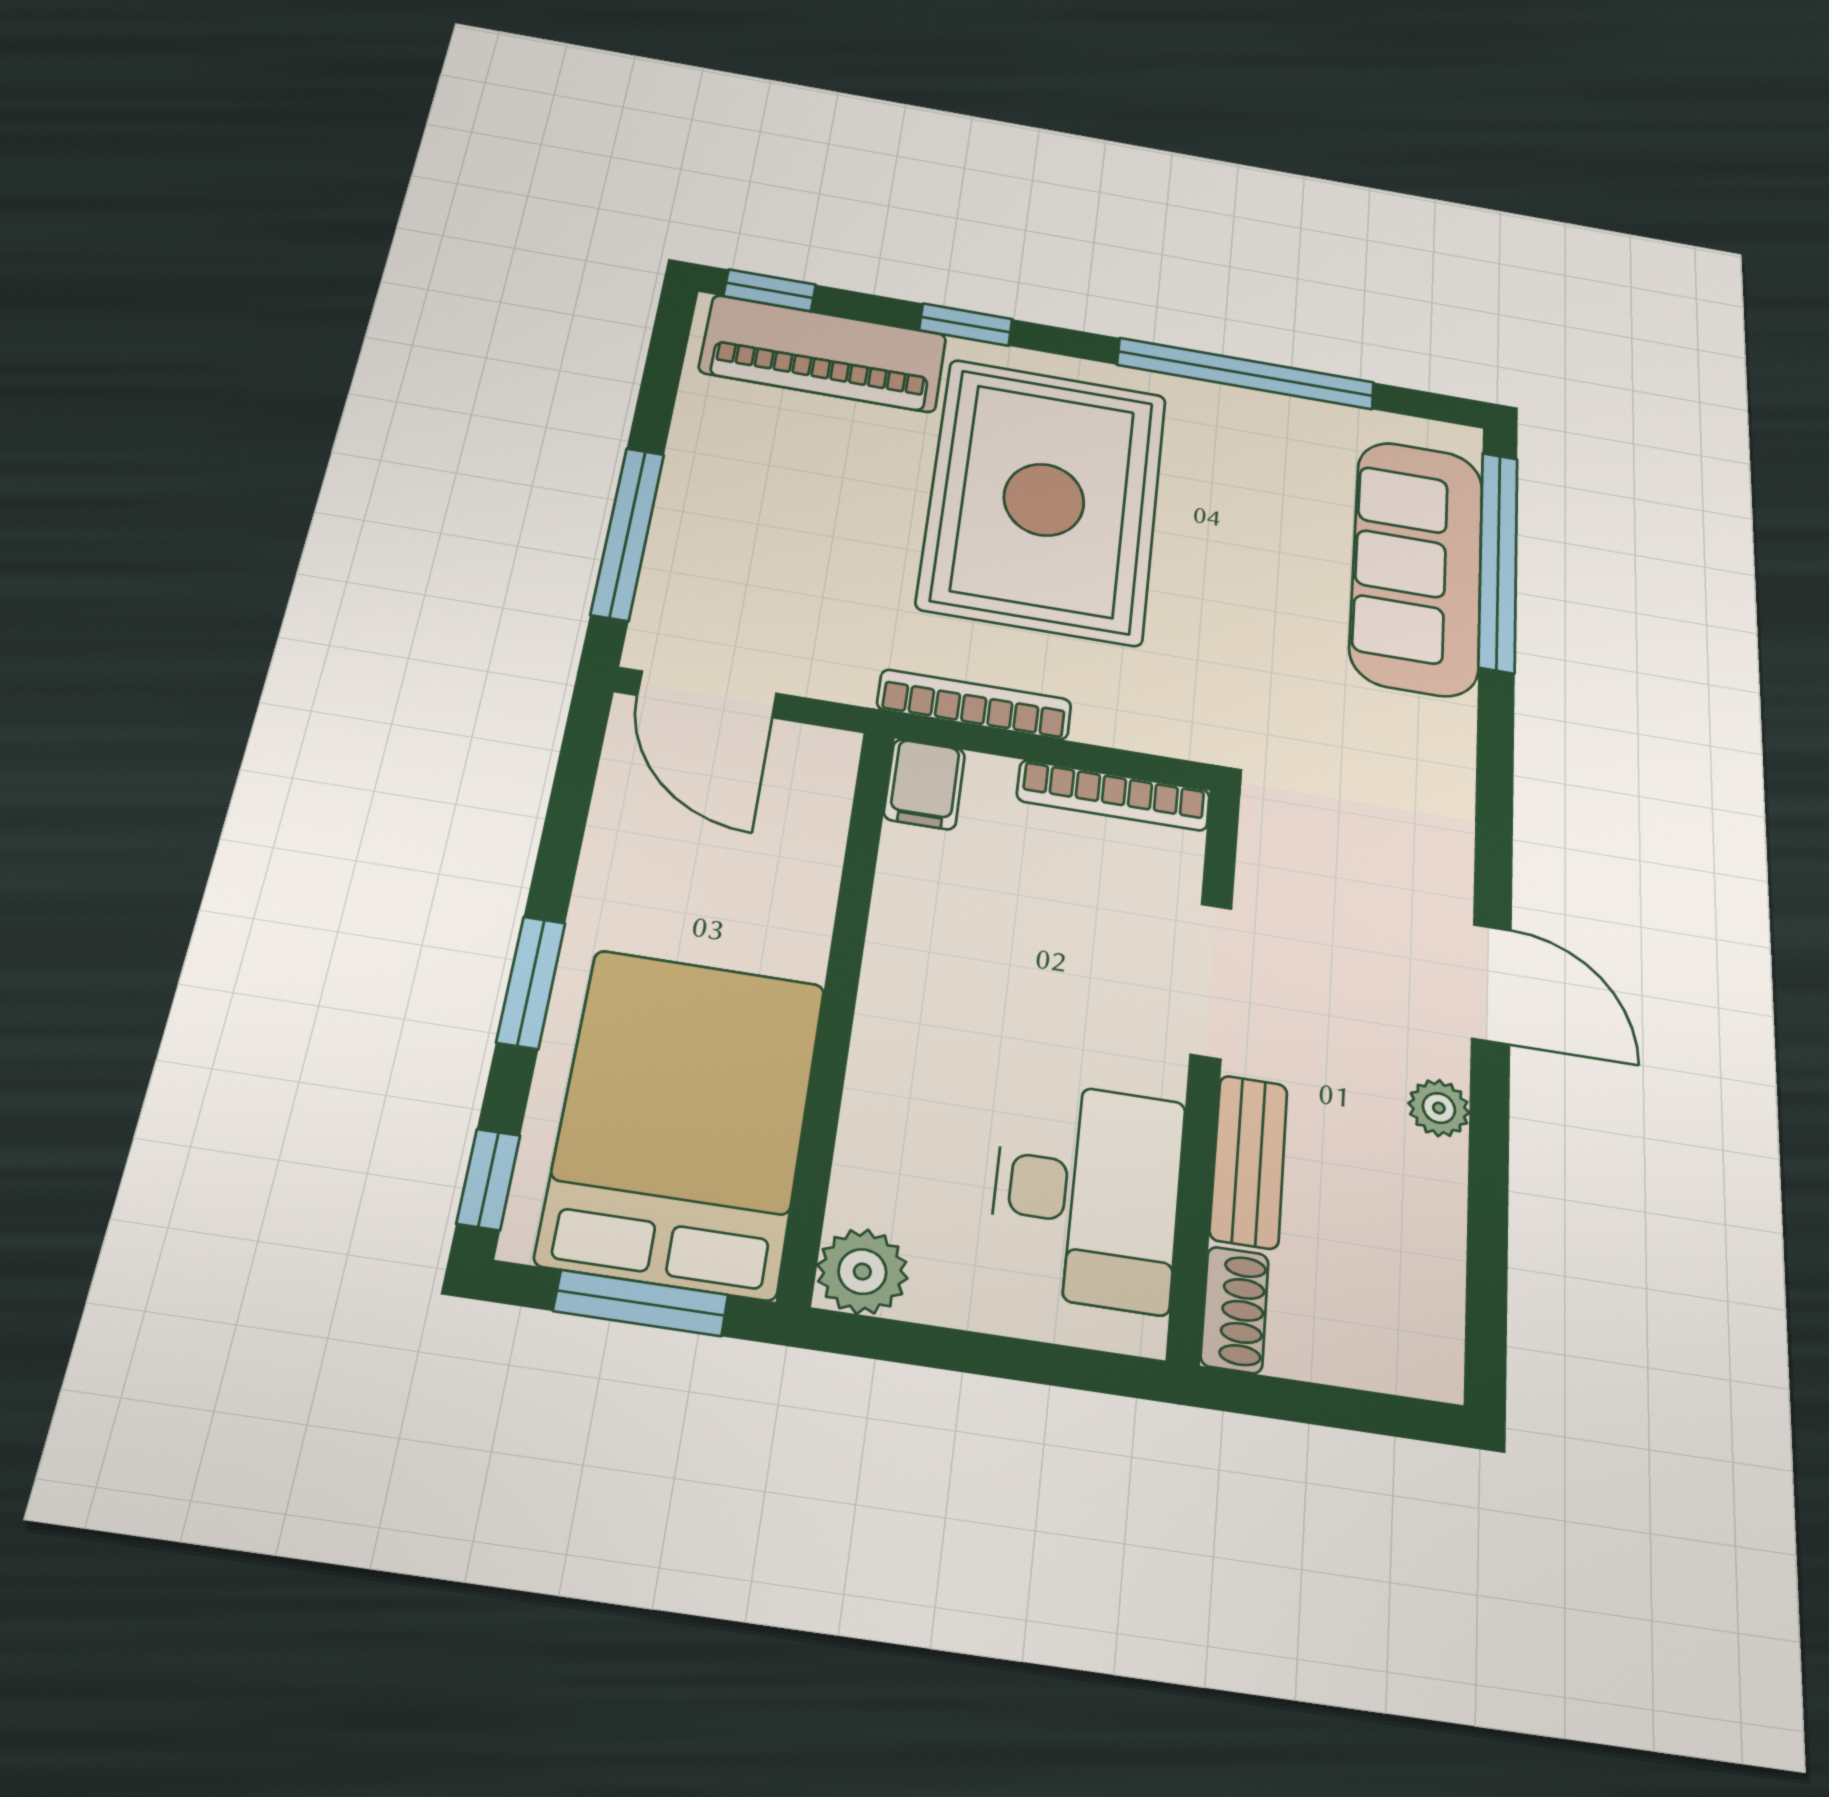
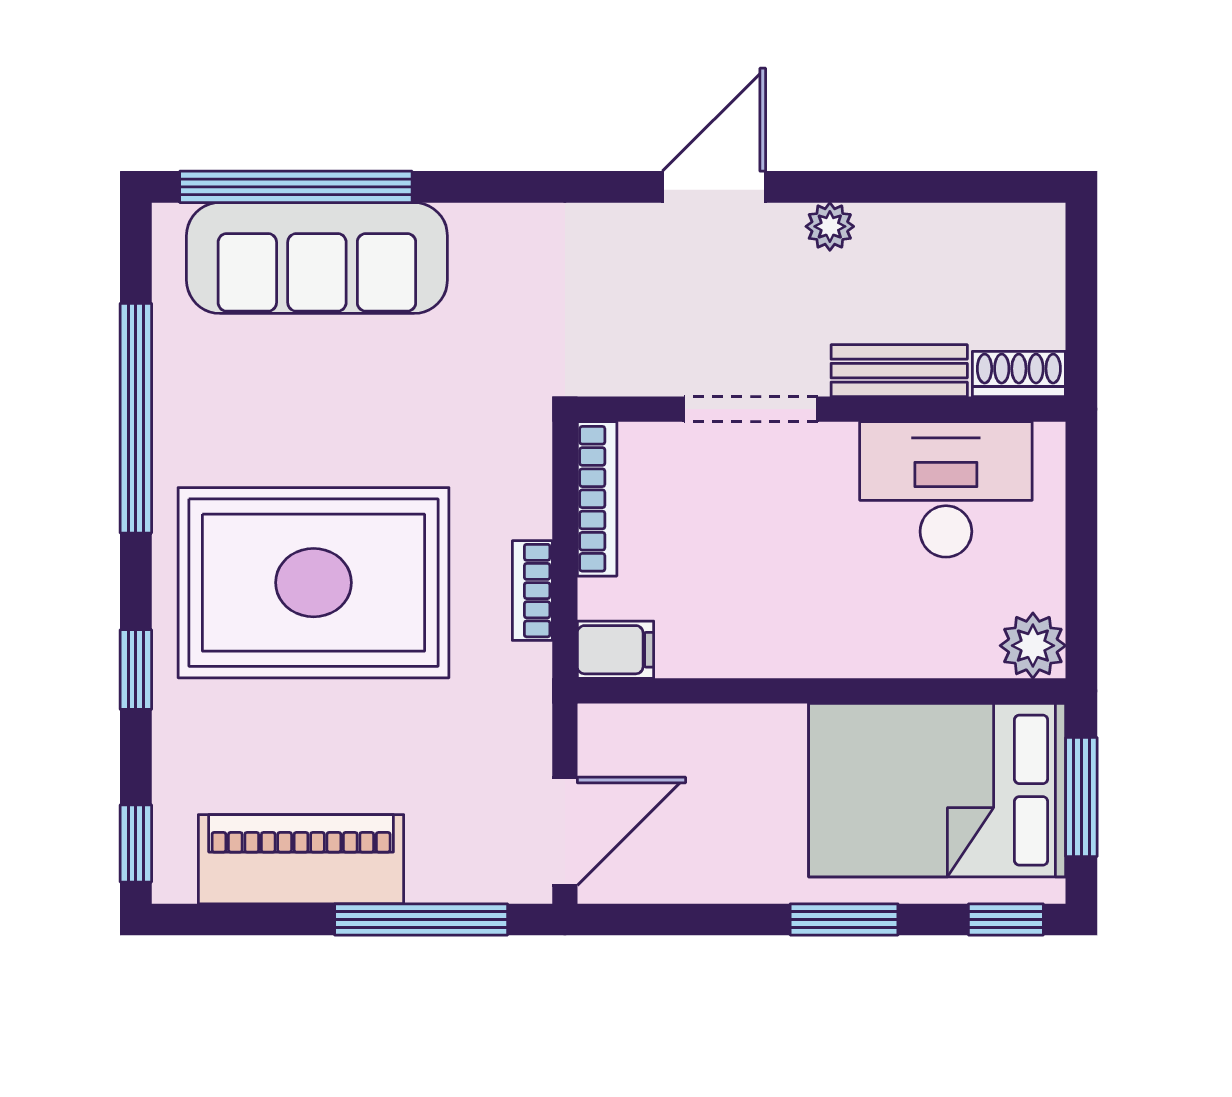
piano: (823, 353) -> (301, 859), moved, turned -90
bookcase: (974, 704) -> (532, 591), width x0.64

